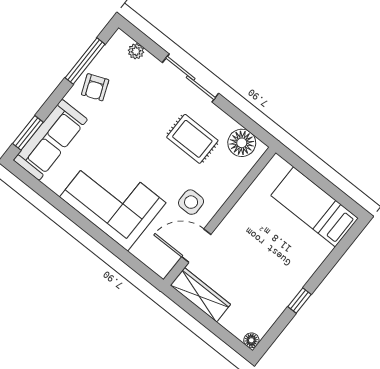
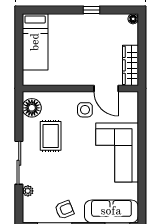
plant: (136, 51) -> (28, 191), moved

